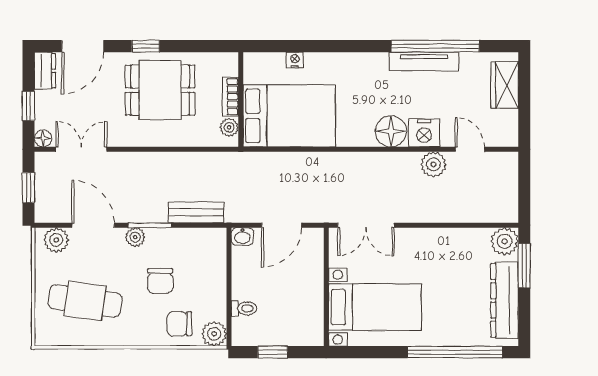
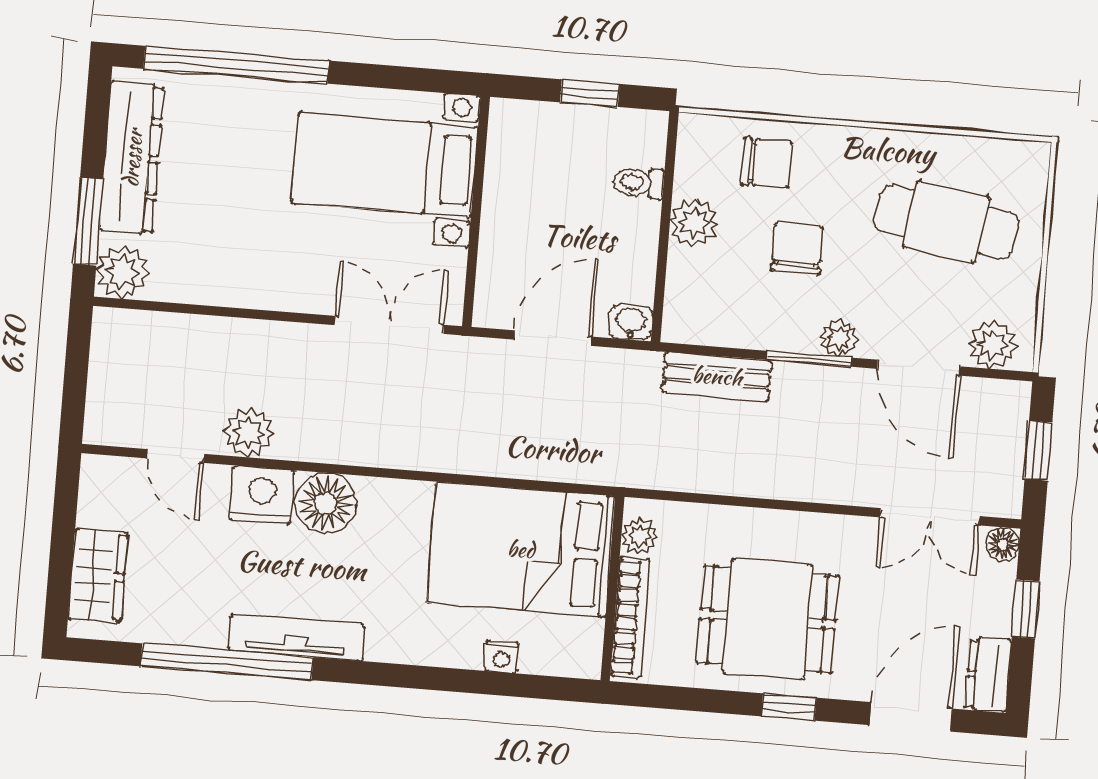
tv unit: (424, 61) -> (296, 637), moved
bookcase: (231, 97) -> (630, 617), width x1.56
plant: (214, 334) -> (694, 223), moved

